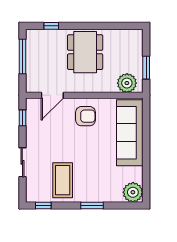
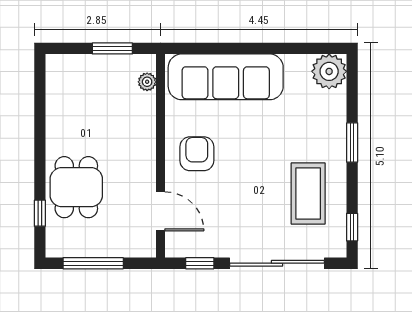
dining table: (85, 52) -> (76, 187), moved, width x0.73
plant: (127, 83) -> (147, 82), width x0.53, depth x0.53
sliding door: (22, 162) -> (277, 263), width x1.86
coffee table: (63, 180) -> (308, 194), turned 90

